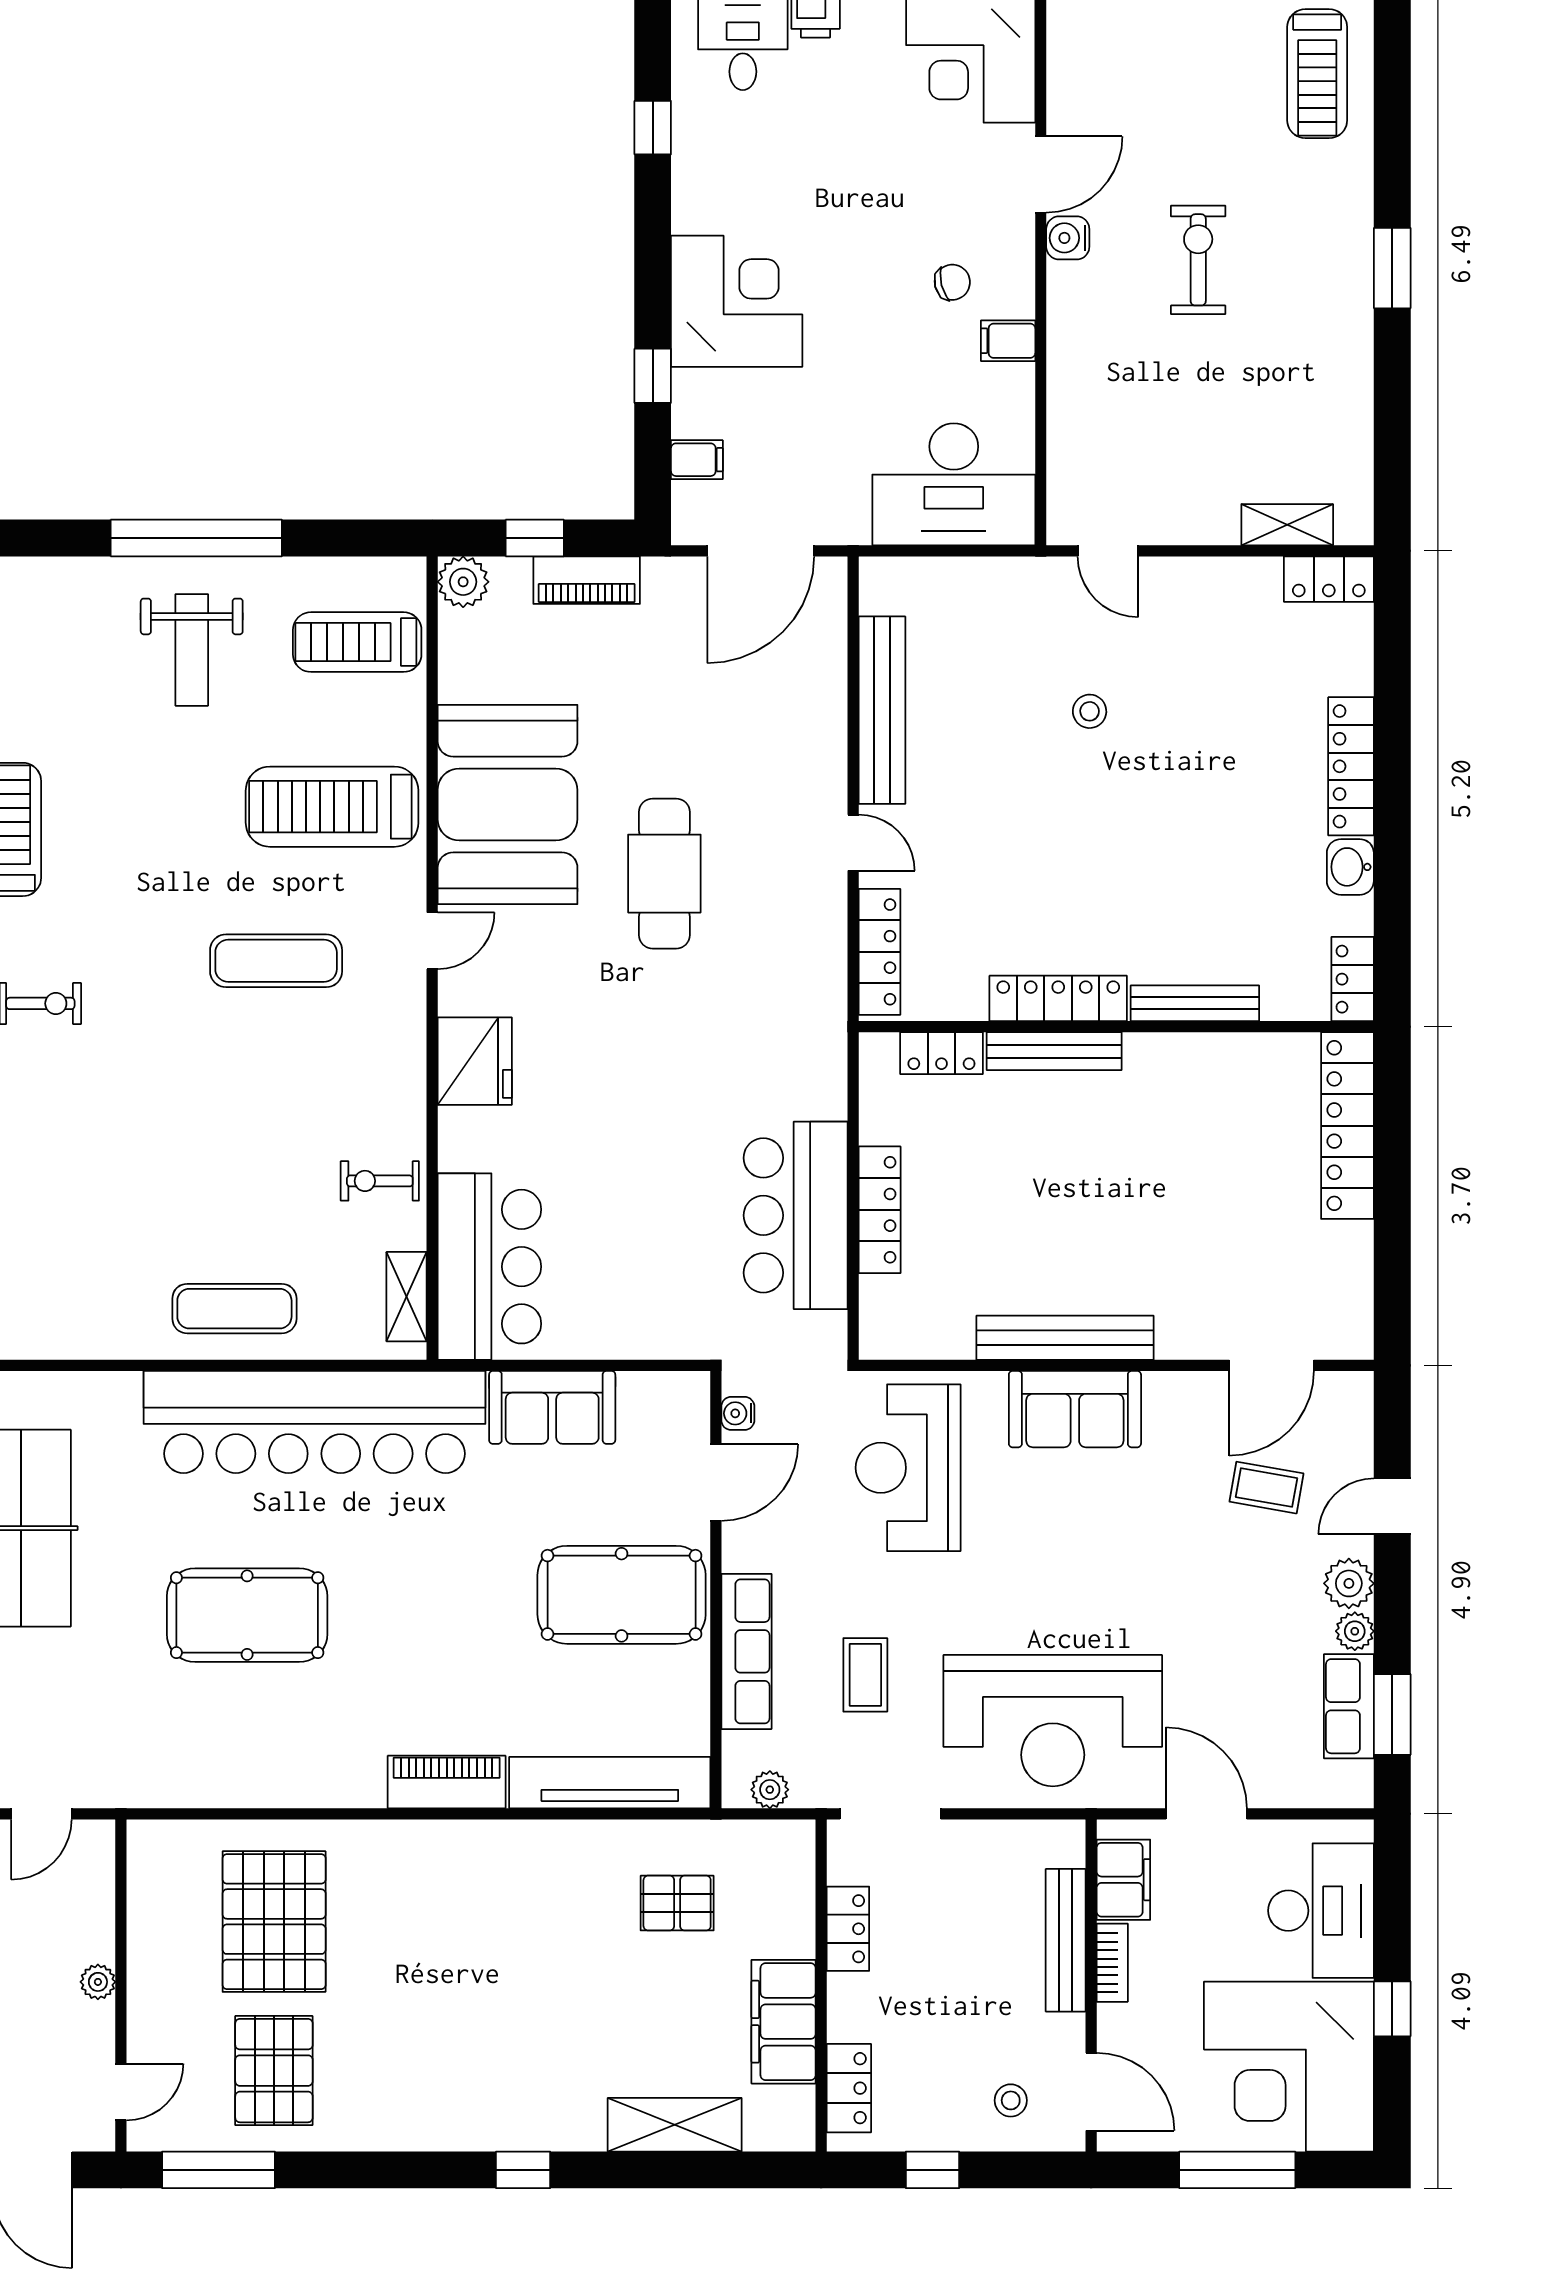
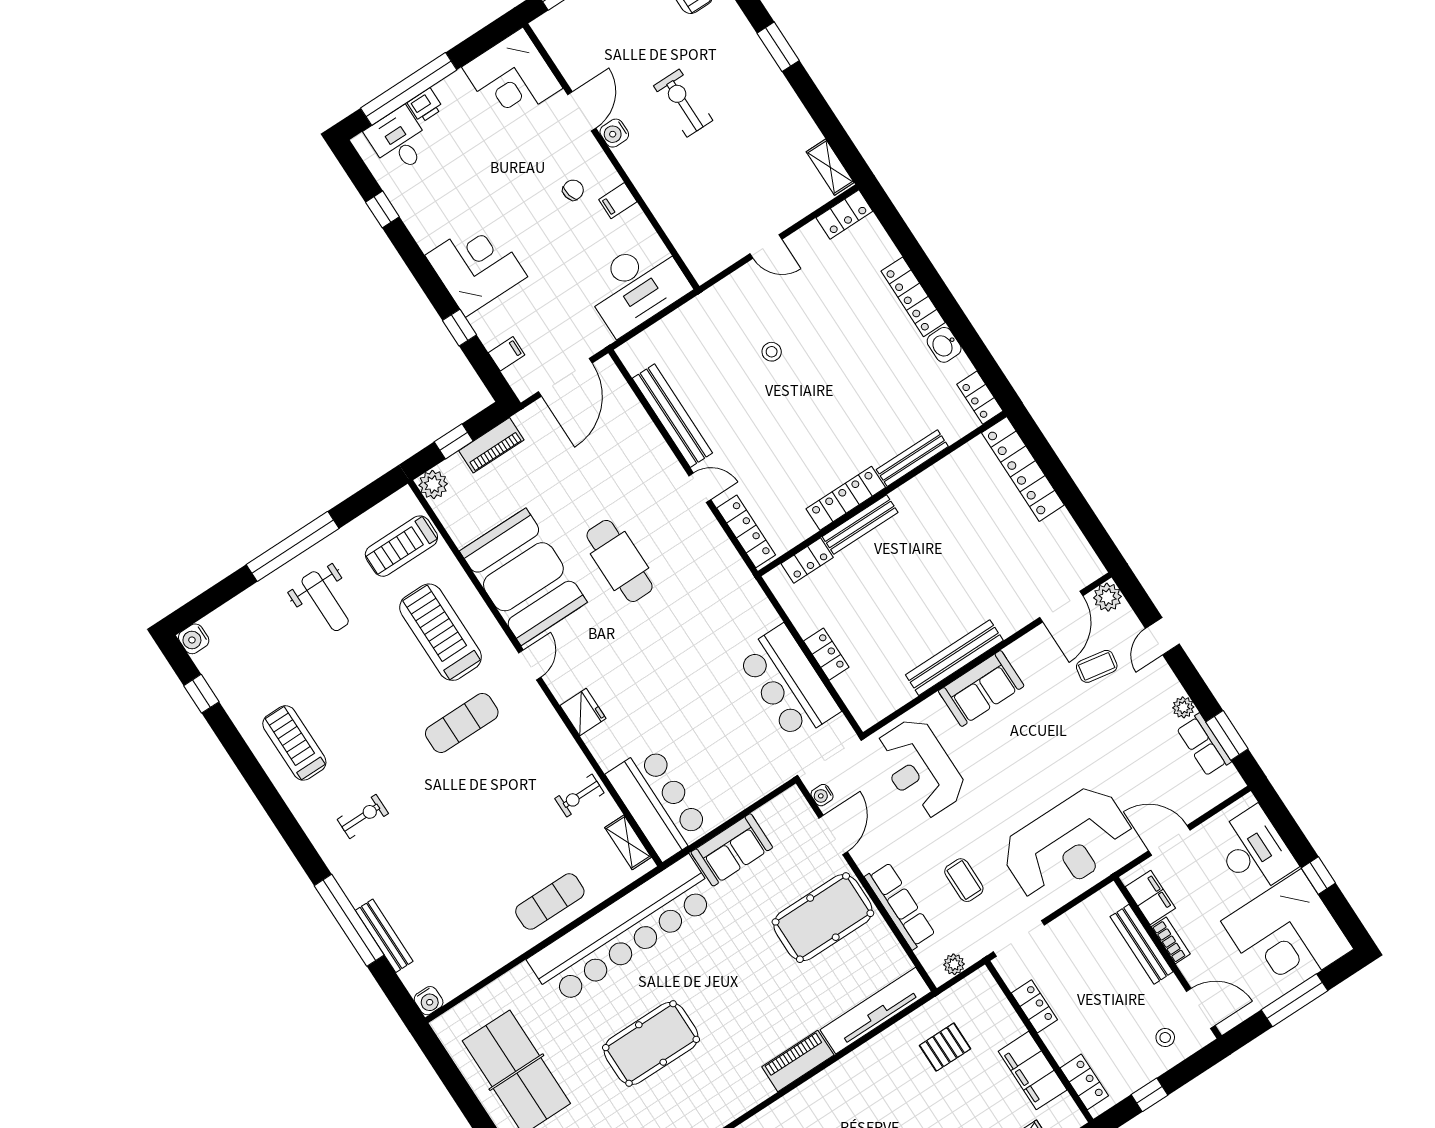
shelving: (1287, 525) -> (830, 167), moved, turned 90
door: (1108, 551) -> (766, 247), moved
treadmill: (332, 807) -> (441, 632), turned 90
fridge: (475, 1061) -> (583, 712), width x0.73, depth x0.75
locker: (880, 1210) -> (826, 654), width x0.66
plant: (1349, 1583) -> (1107, 597), moved

